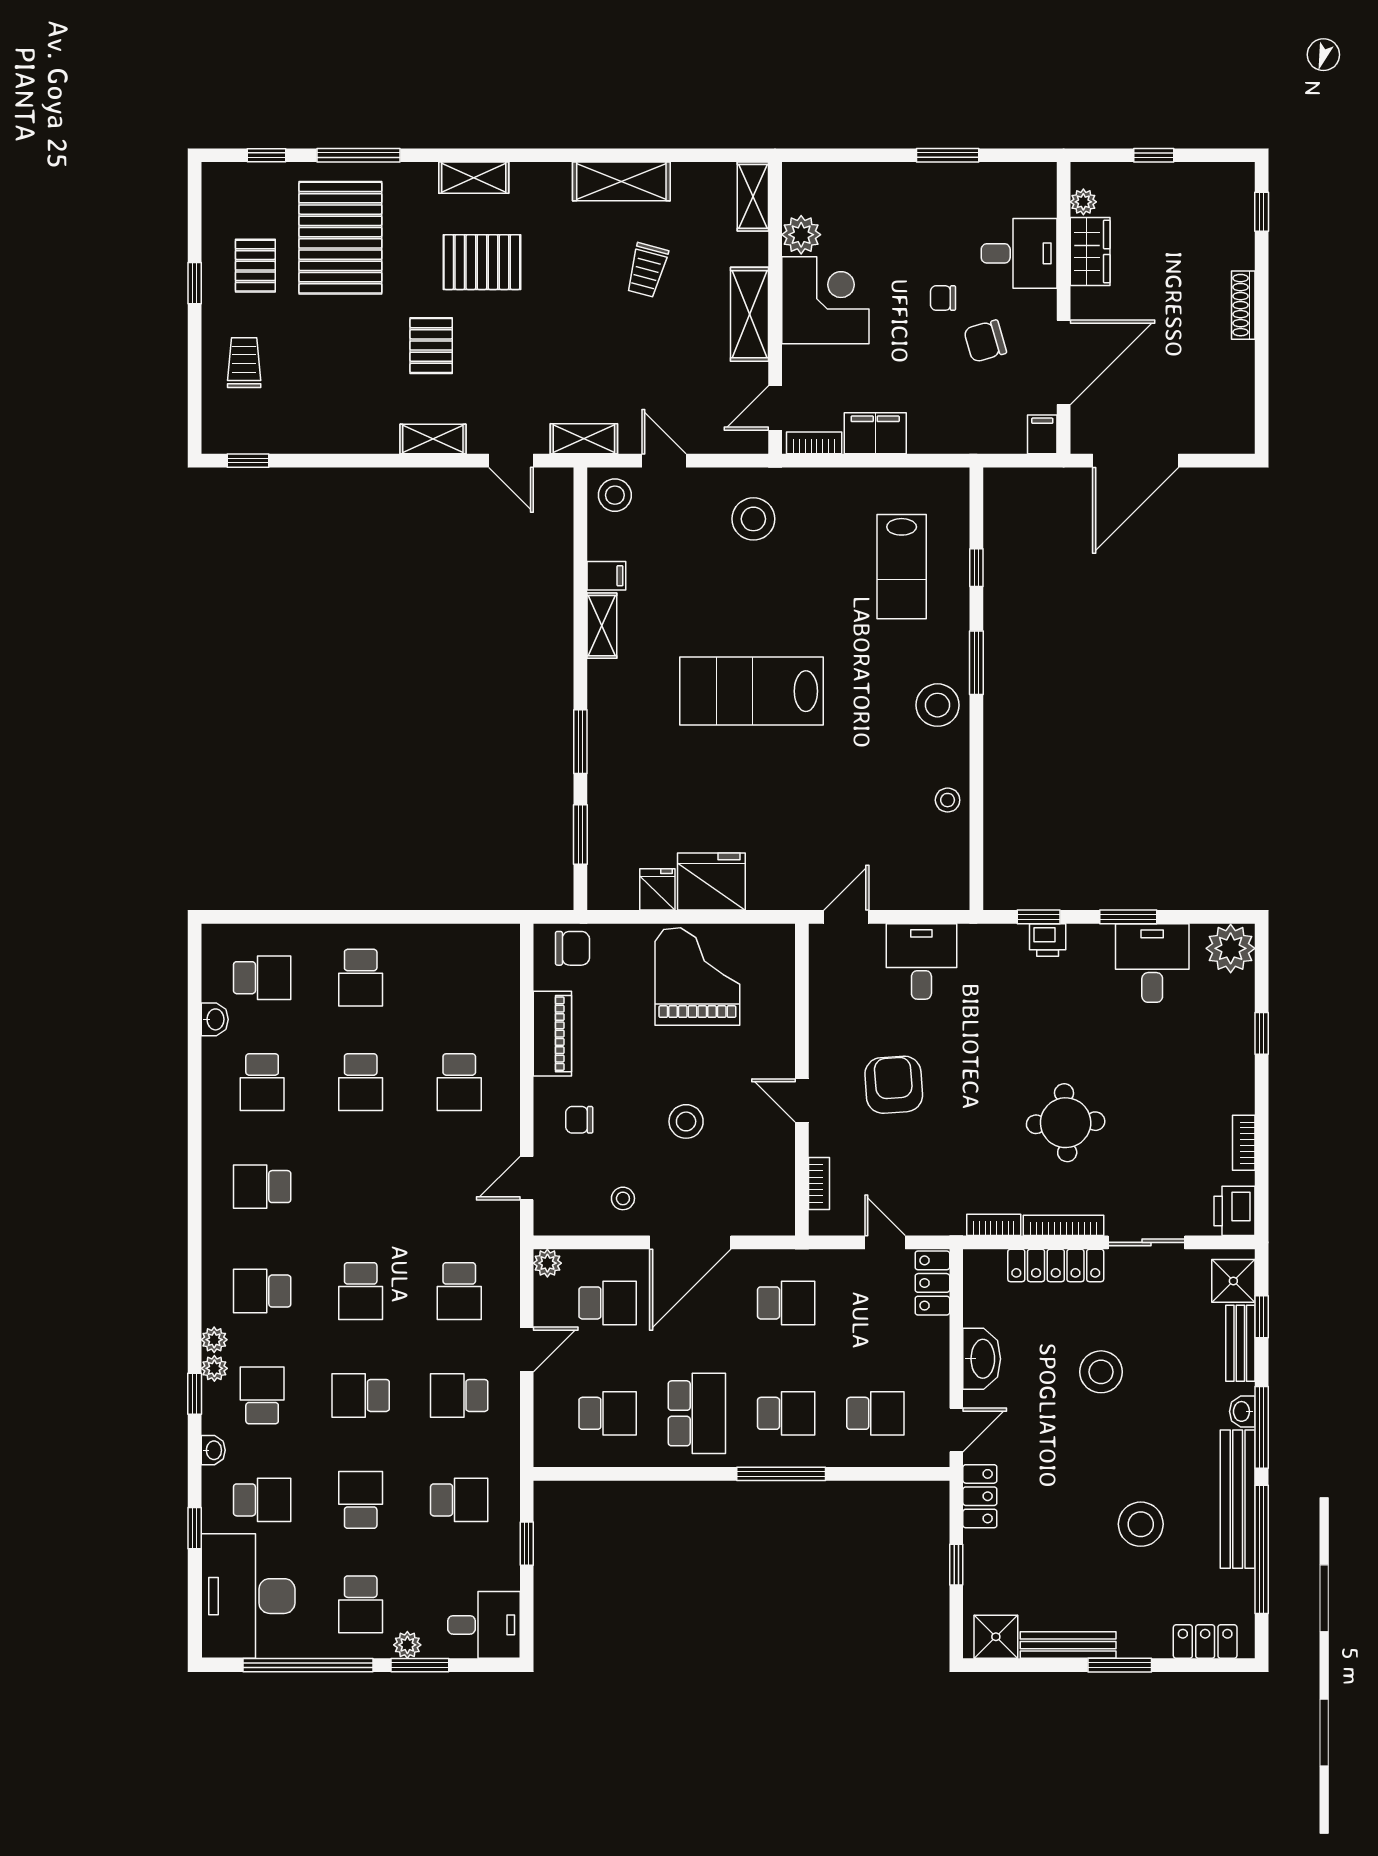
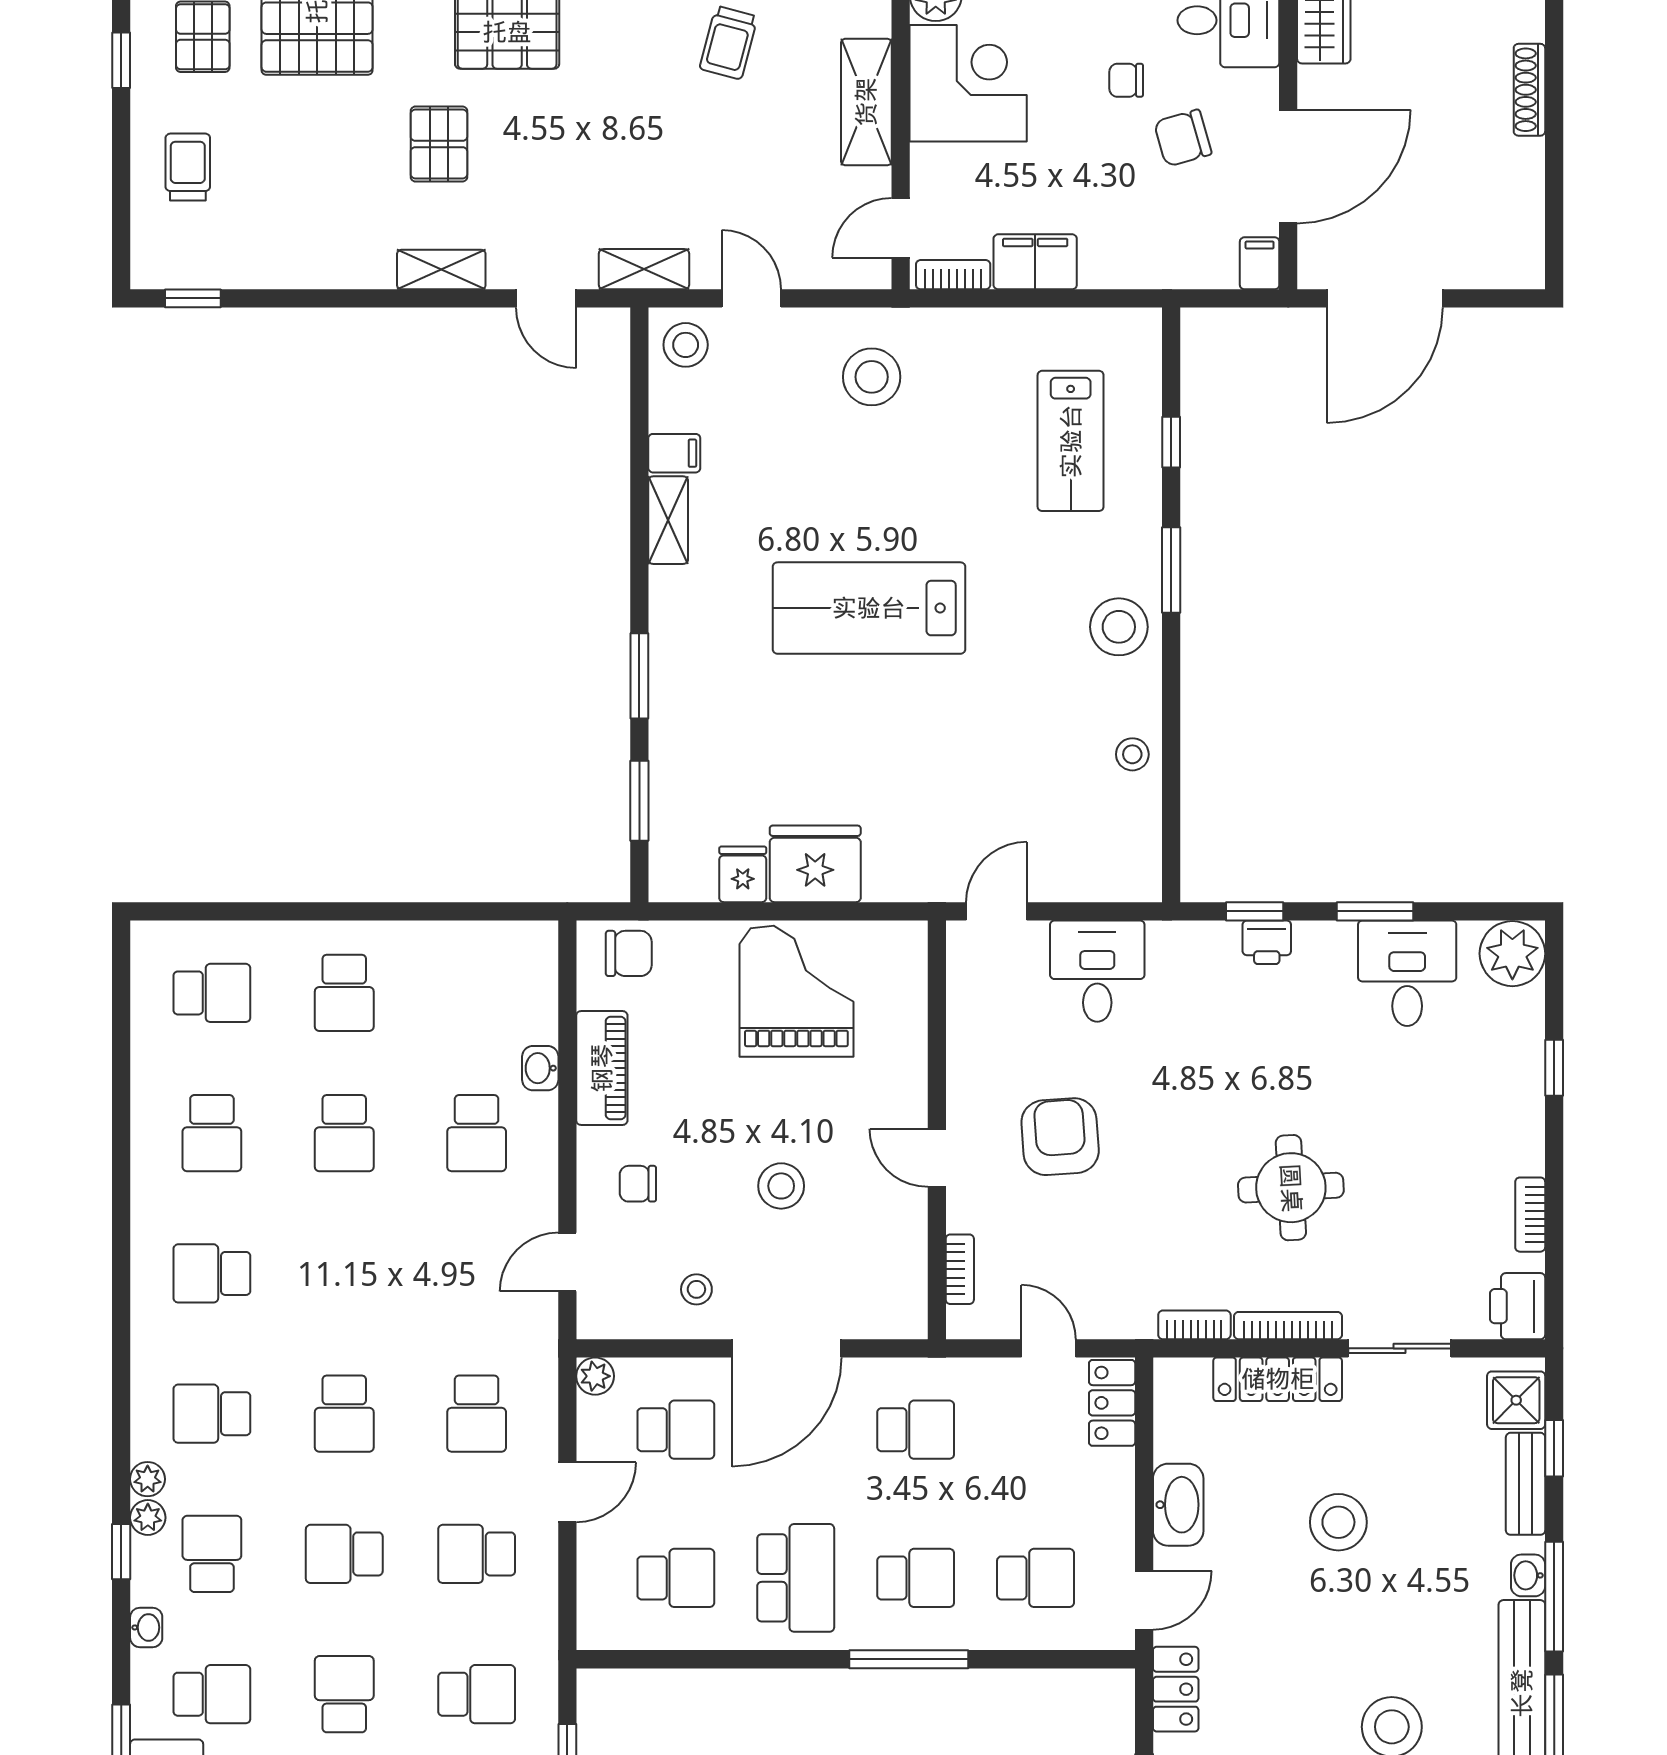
washbasin: (215, 1019) -> (540, 1068), moved, turned 180

